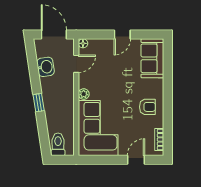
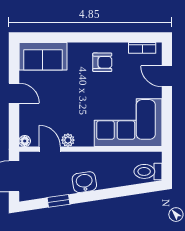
washbasin: (46, 67) -> (84, 182), moved
plant: (84, 94) -> (68, 140), moved
window: (39, 103) -> (58, 201), moved
armchair: (147, 107) -> (102, 62), turned 90

